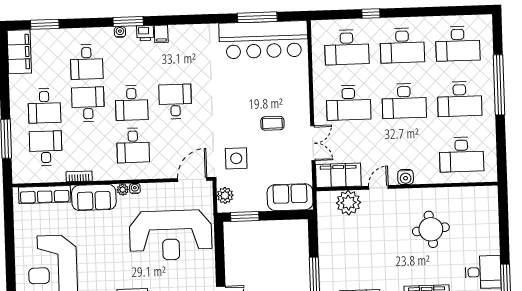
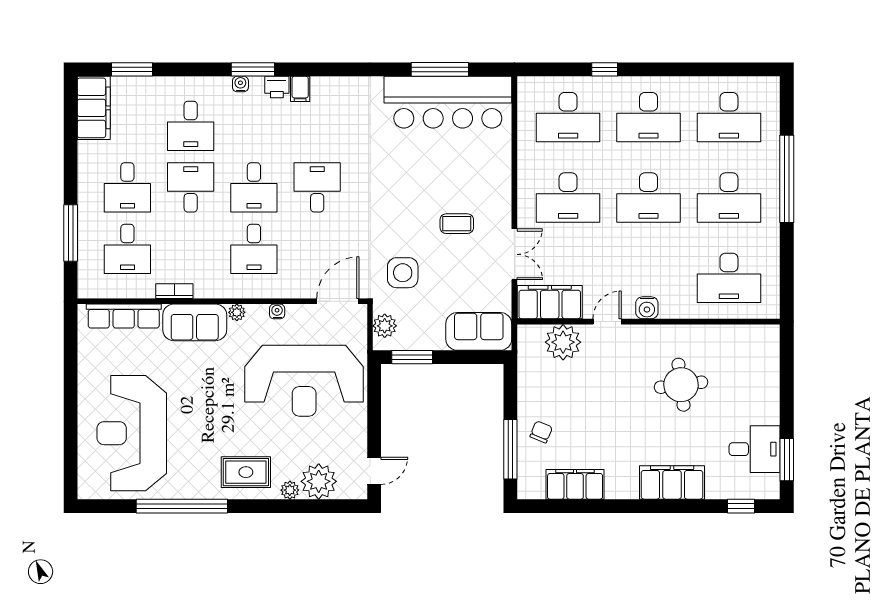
desk: (46, 148) -> (127, 249), turned 180
water cooler: (135, 189) -> (277, 311), moved
chair: (335, 265) -> (541, 432), added

